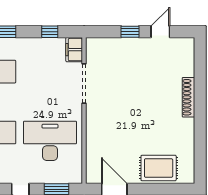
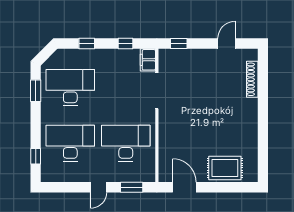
window: (130, 32) -> (179, 44), moved
shoe rack: (188, 97) -> (252, 79), moved

